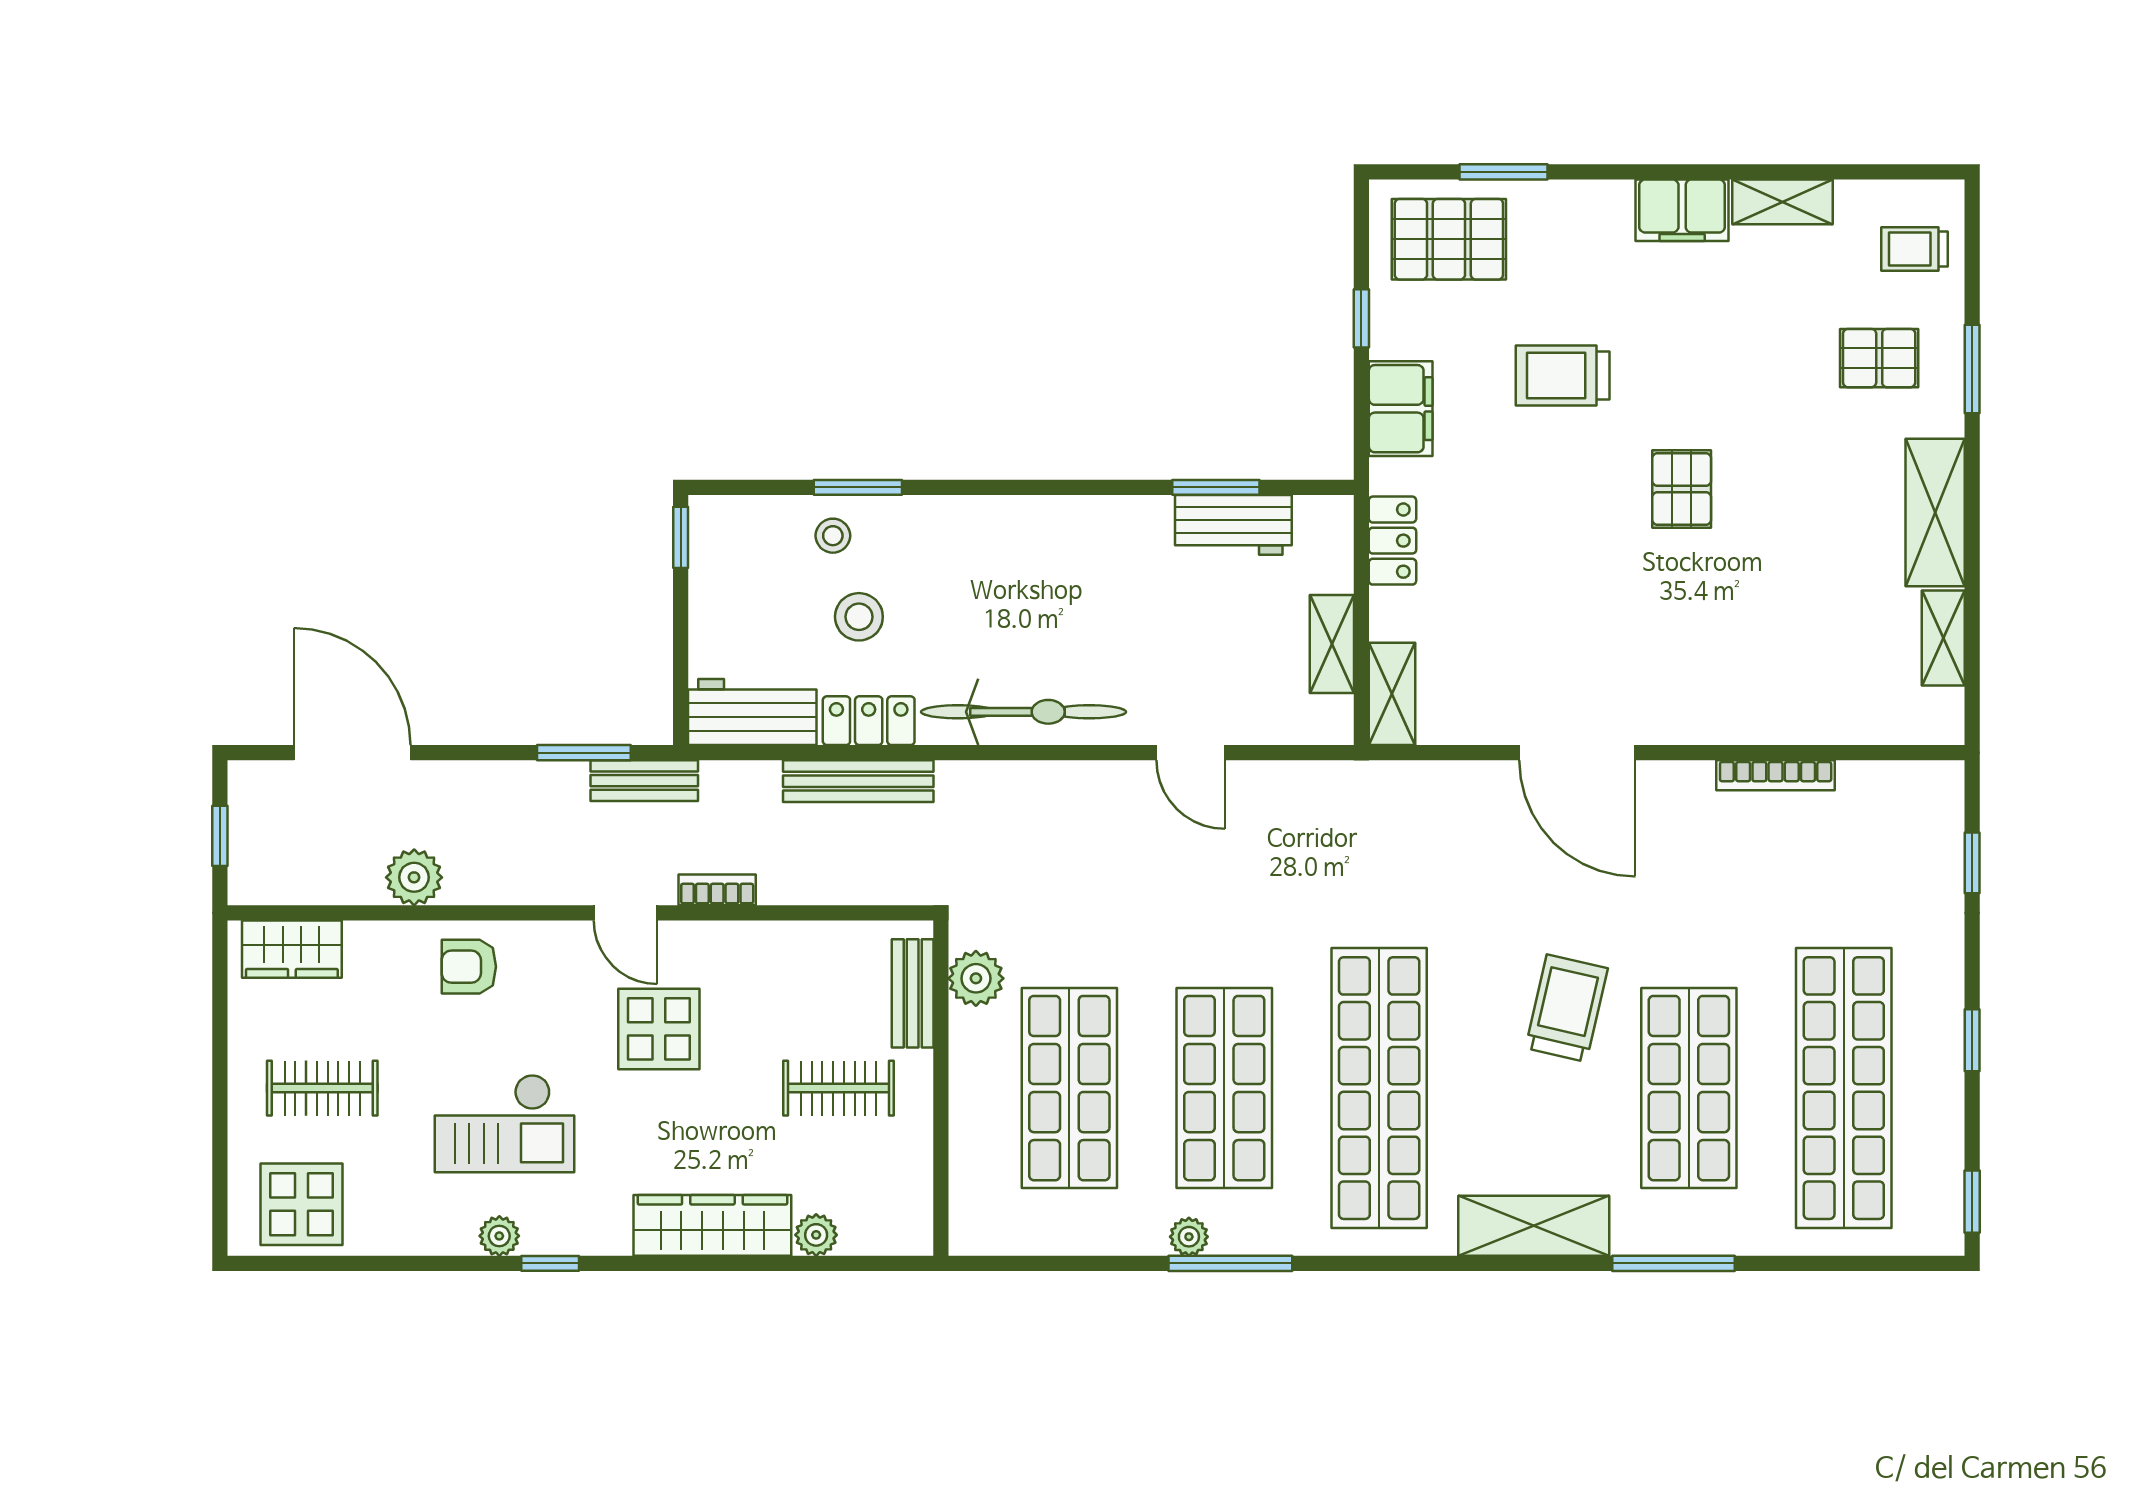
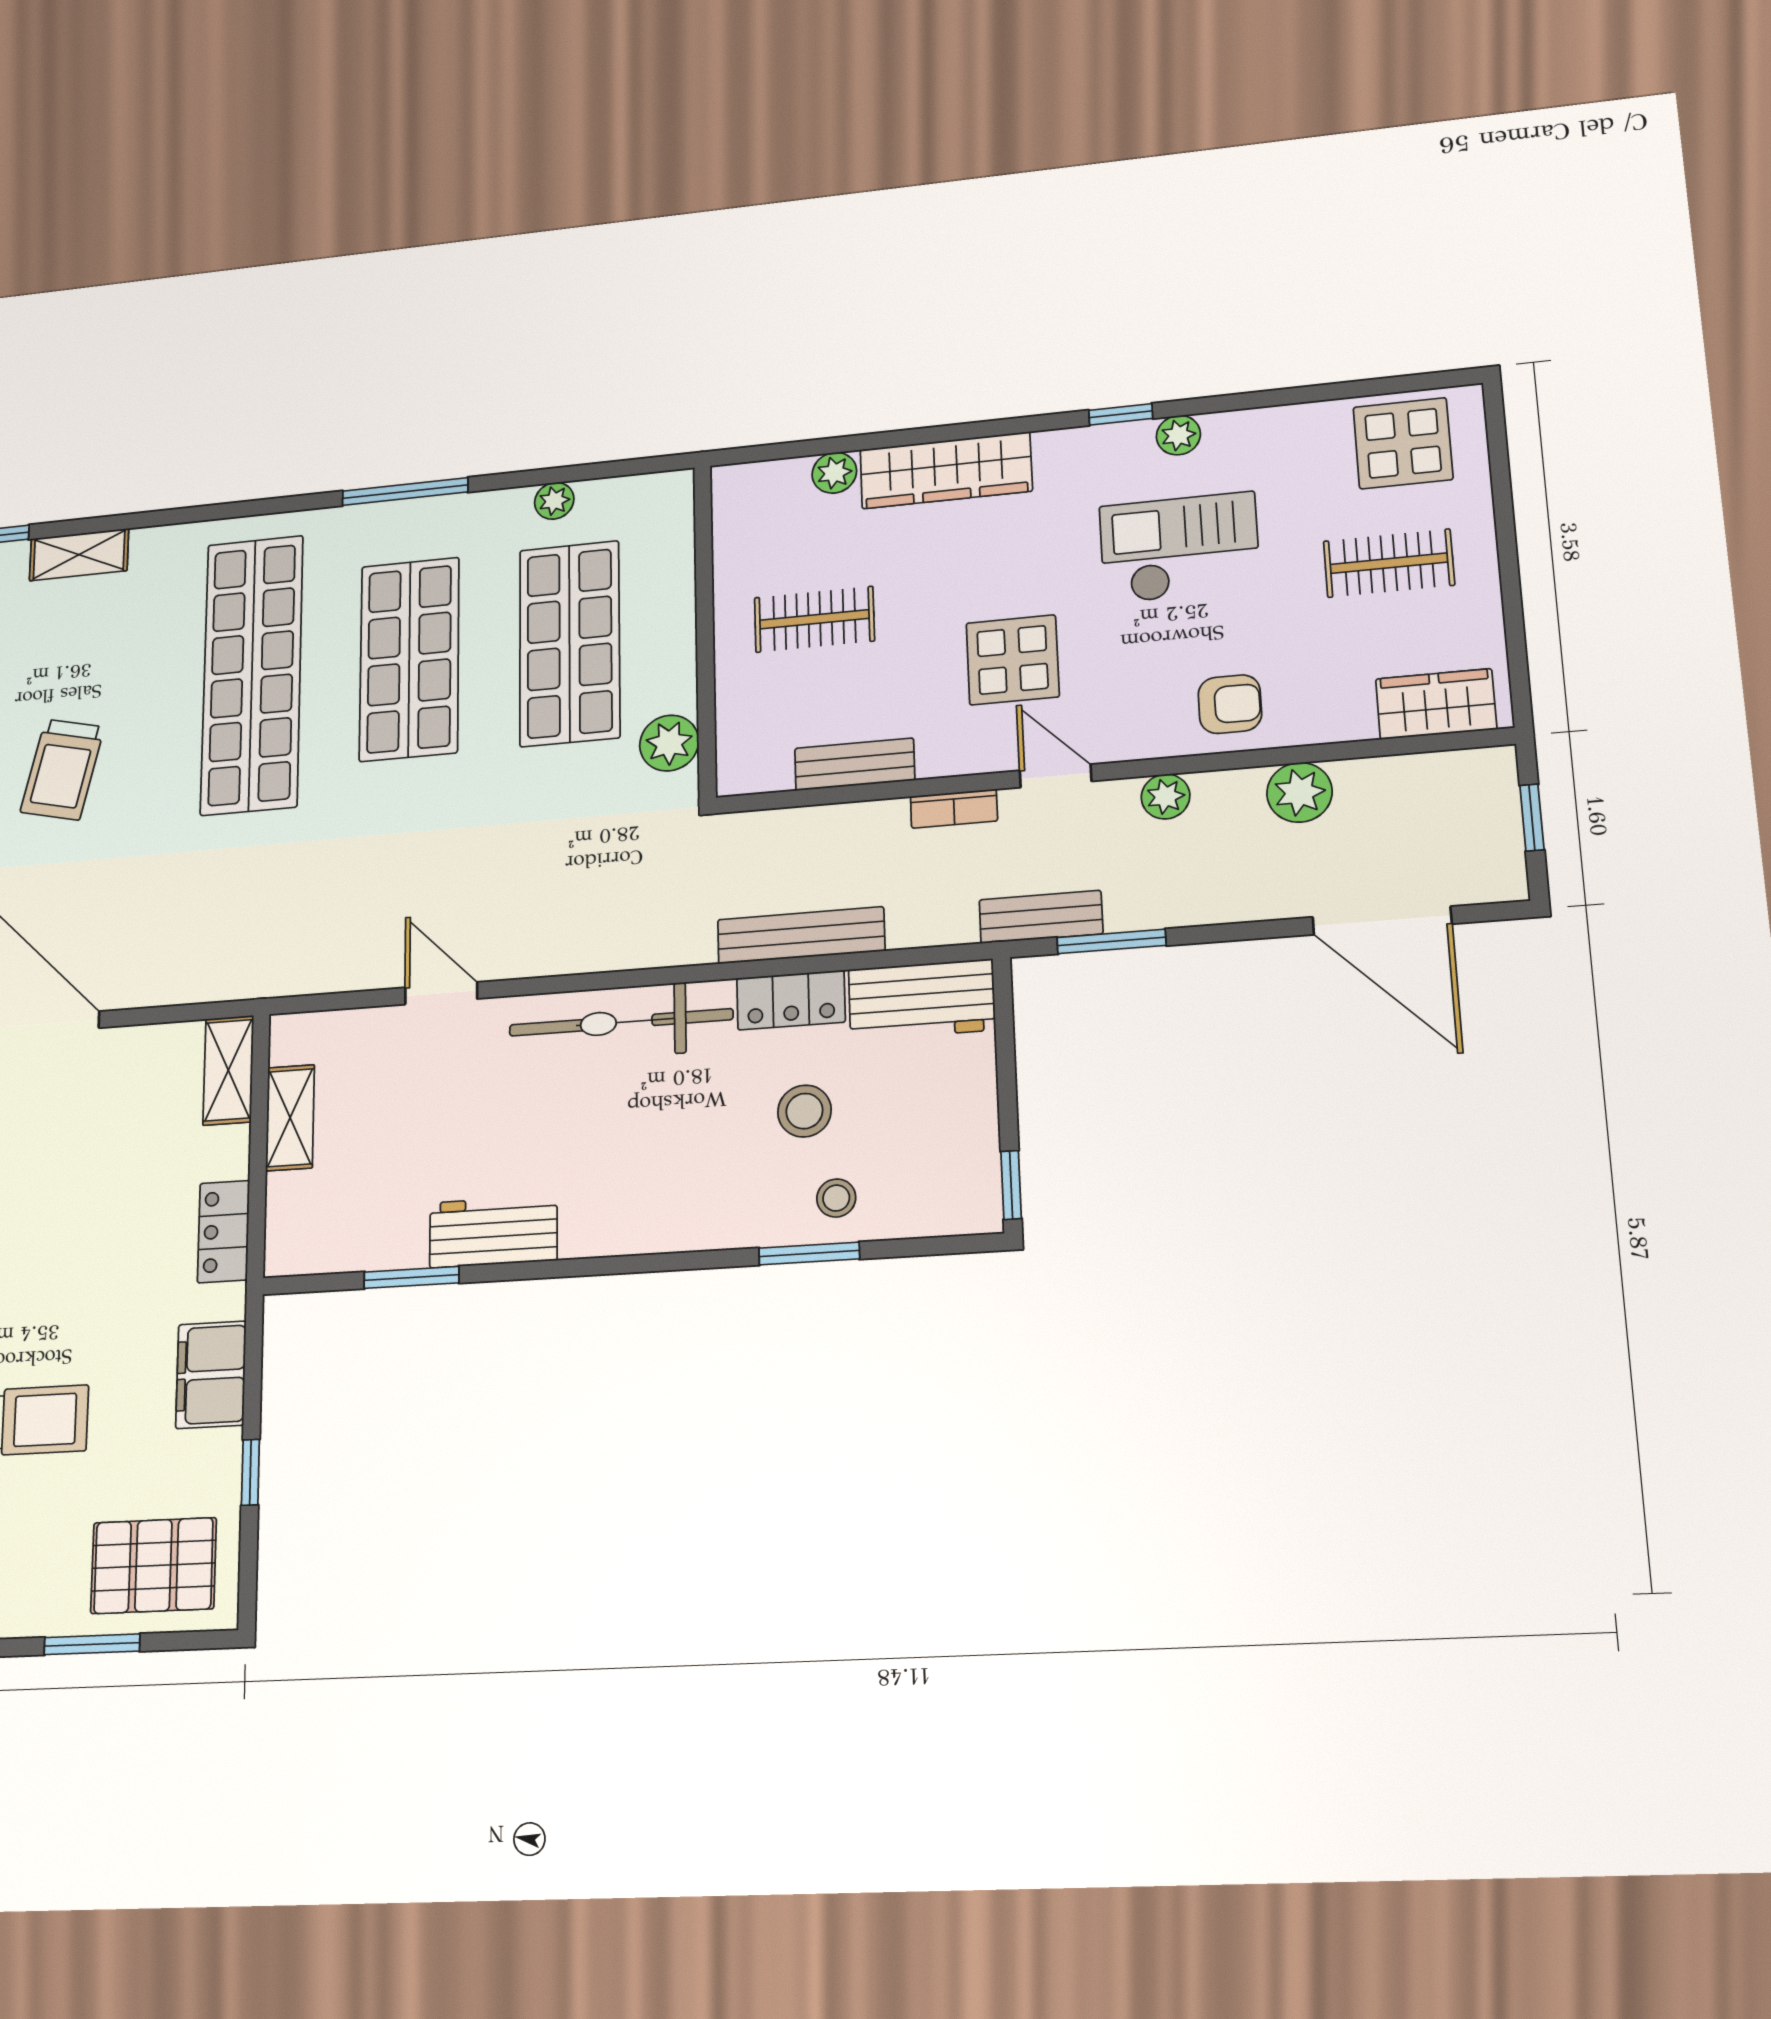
workbench: (1233, 525) -> (493, 1231), moved
plant: (530, 884) -> (1166, 797), added
bench: (913, 993) -> (855, 764), moved, turned 90
shelving: (1534, 1226) -> (79, 555), width x0.67, depth x0.75
plant: (1189, 1237) -> (554, 501), moved

